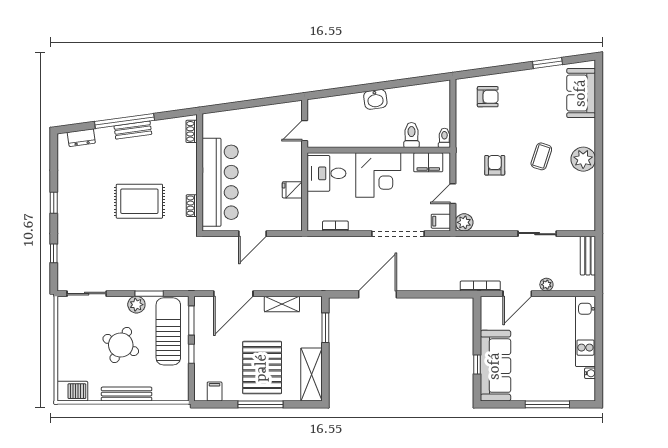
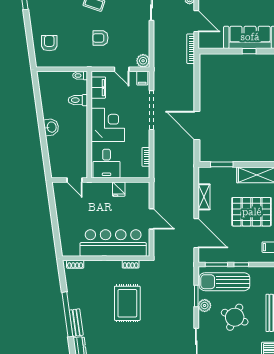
bench: (133, 130) -> (76, 323), moved

